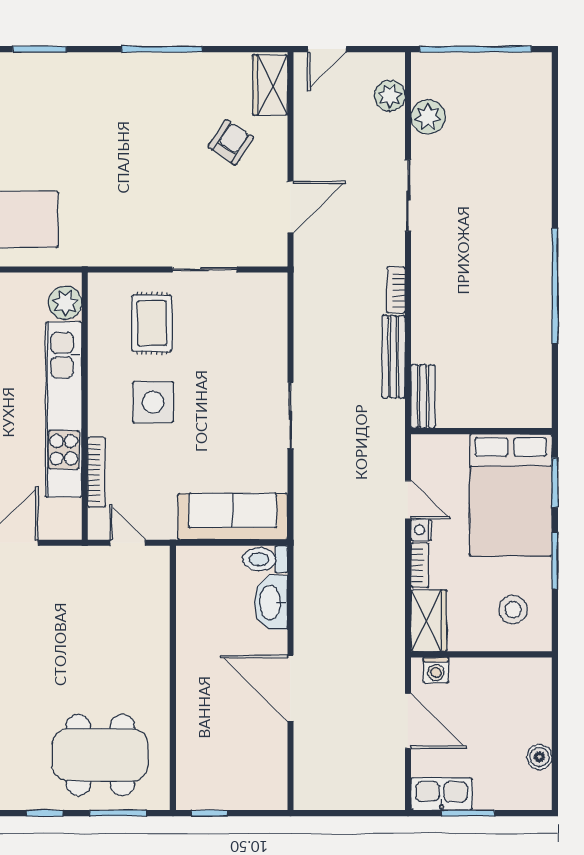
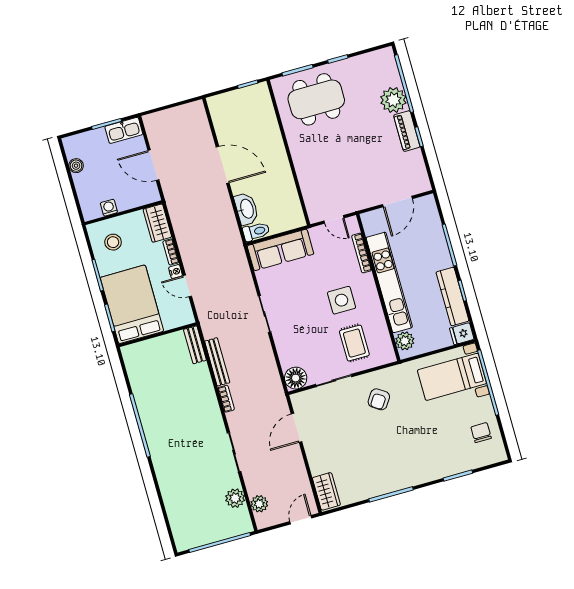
armchair: (231, 142) -> (379, 399), moved
floor lamp: (268, 292) -> (296, 378), added
washing machine: (436, 670) -> (109, 208), moved

